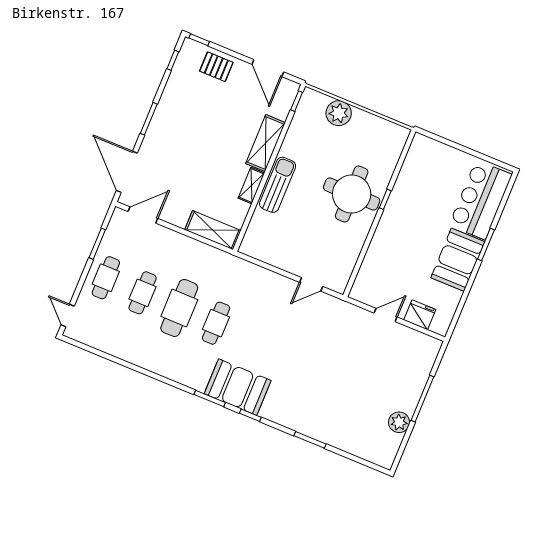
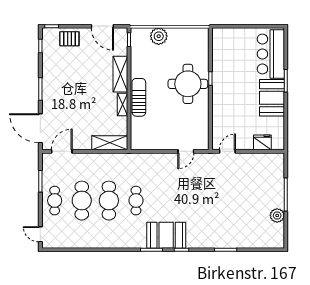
cafe table: (143, 293) -> (82, 201), width x1.37, depth x1.35
door: (386, 315) -> (227, 151), moved

